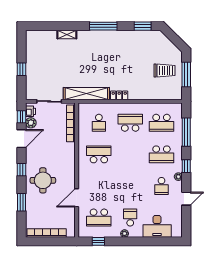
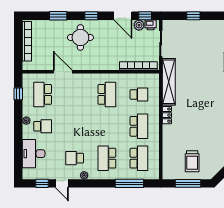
school desk: (99, 123) -> (139, 94), turned 180
school desk: (161, 123) -> (139, 158), turned 180
window: (186, 166) -> (42, 183), moved

